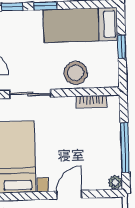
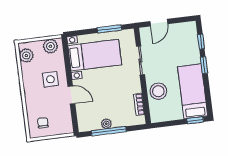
window: (122, 47) -> (195, 120), moved
plant: (115, 182) -> (106, 124), moved

